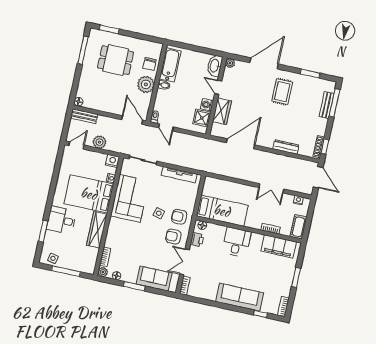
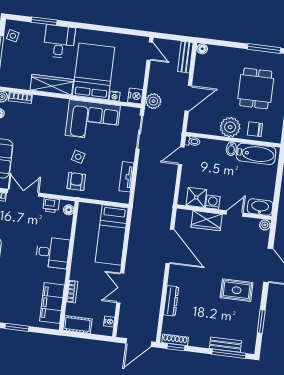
door: (132, 120) -> (188, 98), moved
plant: (99, 142) -> (153, 101), moved
tv unit: (179, 175) -> (126, 177), width x0.71
bed: (222, 211) -> (112, 235), moved
armchair: (173, 237) -> (52, 177), removed

